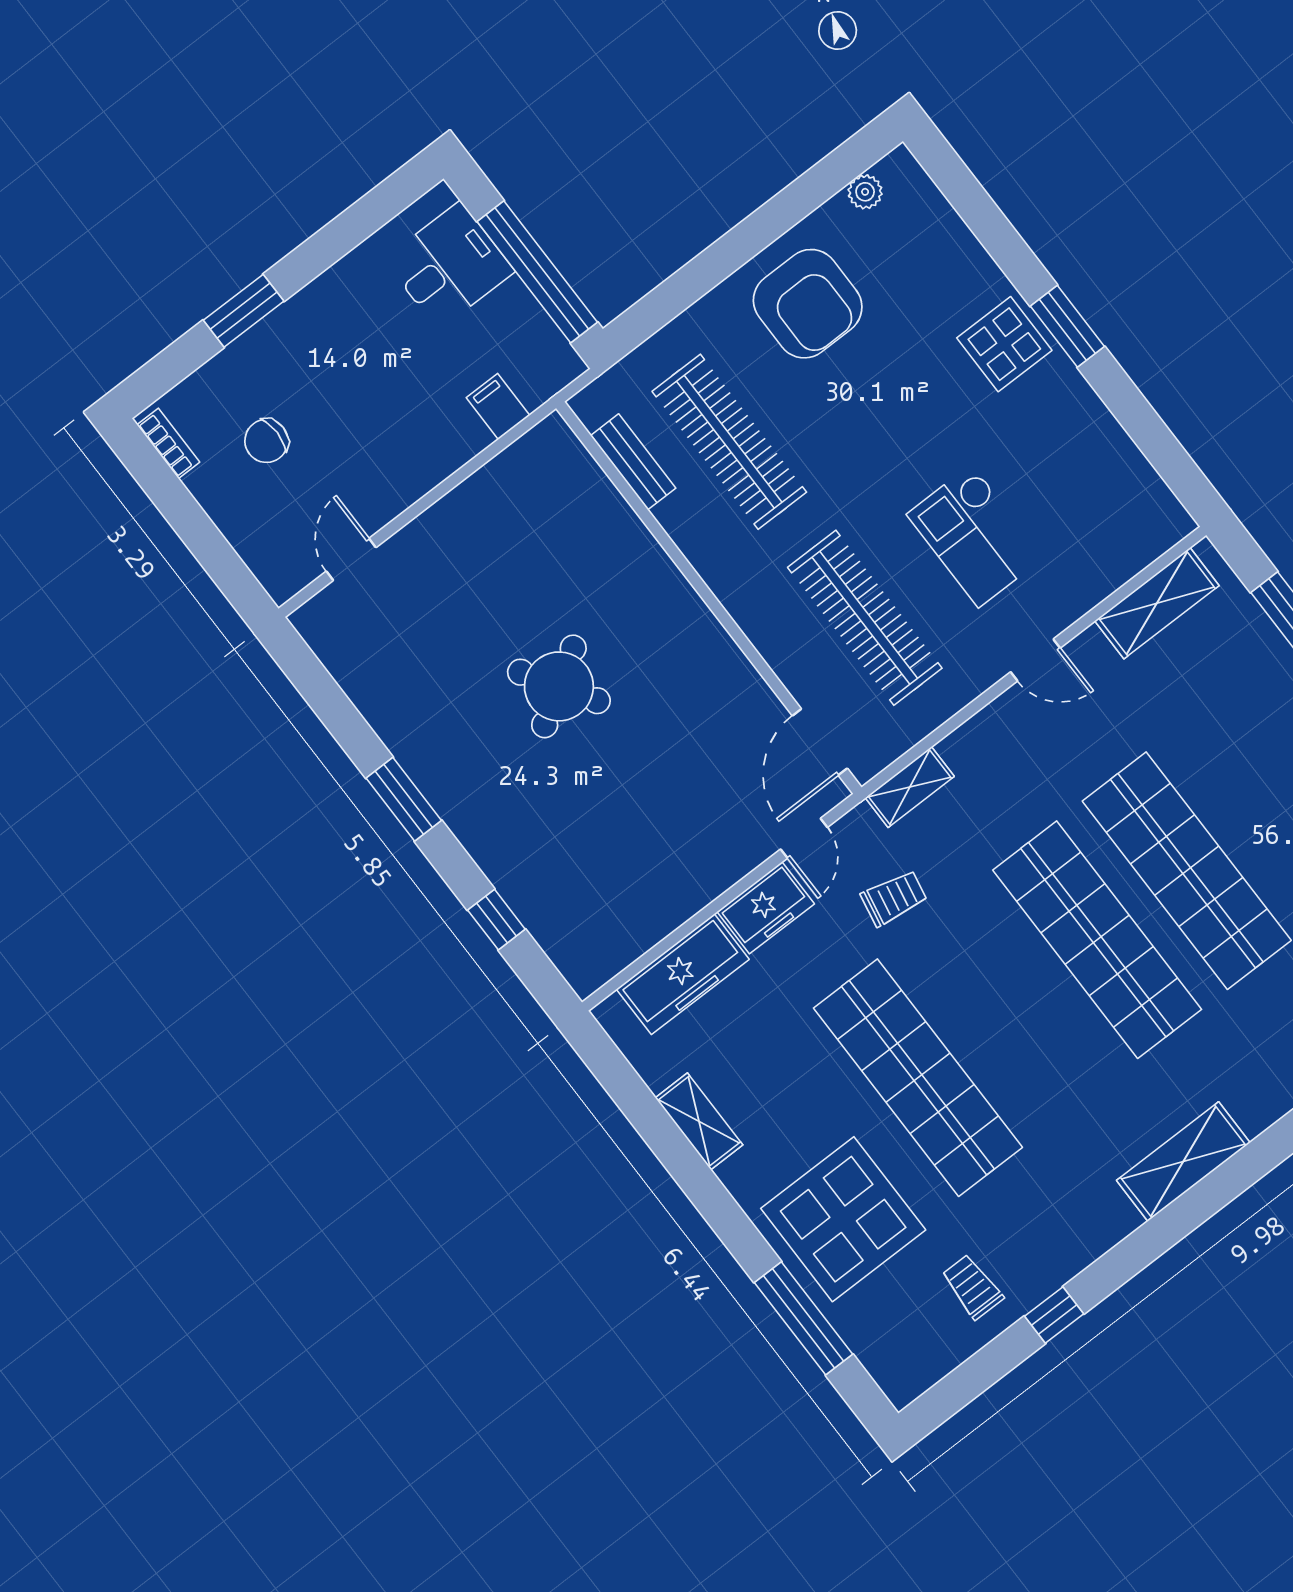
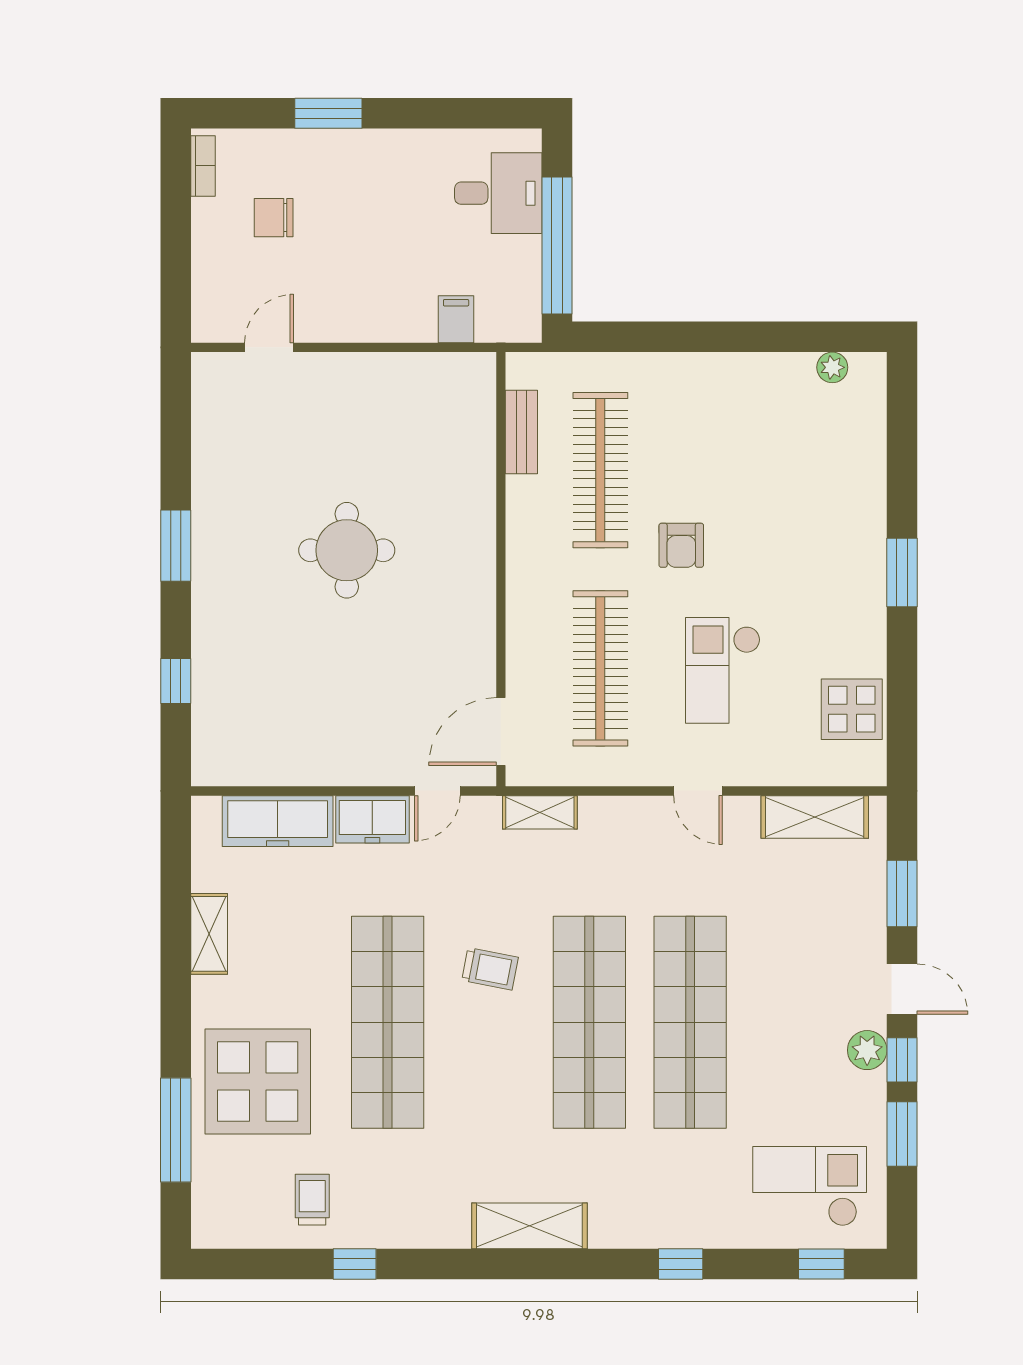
armchair: (808, 304) -> (681, 545), moved, width x0.53, depth x0.53
display table: (1004, 344) -> (852, 709), moved
round table: (559, 686) -> (347, 550), turned 32
trolley: (894, 898) -> (490, 969), moved

